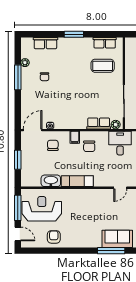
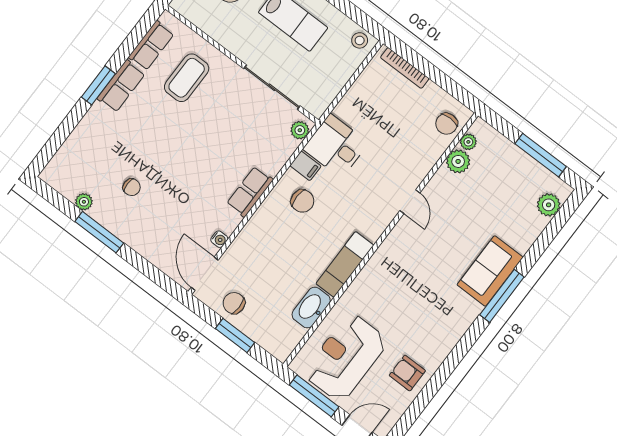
row of seats: (45, 43) -> (121, 86), moved
row of seats: (99, 123) -> (250, 192), moved
filing cabinet: (75, 137) -> (305, 166), moved
chair: (53, 145) -> (234, 303), moved

